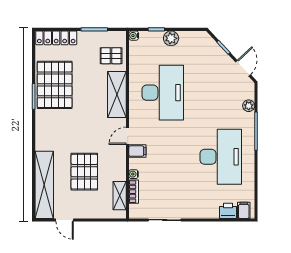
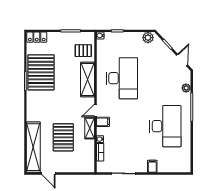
locker: (56, 38) -> (37, 37), width x0.66
plant: (171, 38) -> (148, 38), moved
shelving: (120, 196) -> (90, 128), moved
filing cabinet: (244, 210) -> (152, 166), moved
printer: (228, 211) -> (171, 167), removed

